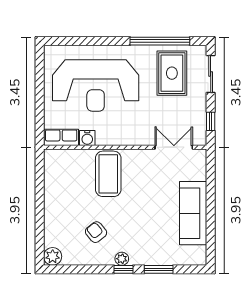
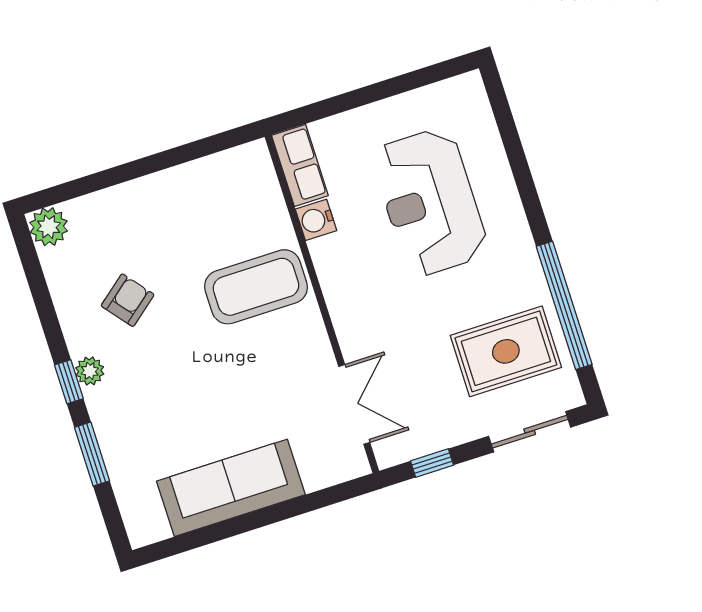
reception desk: (96, 85) -> (430, 202), width x0.74, depth x0.77

